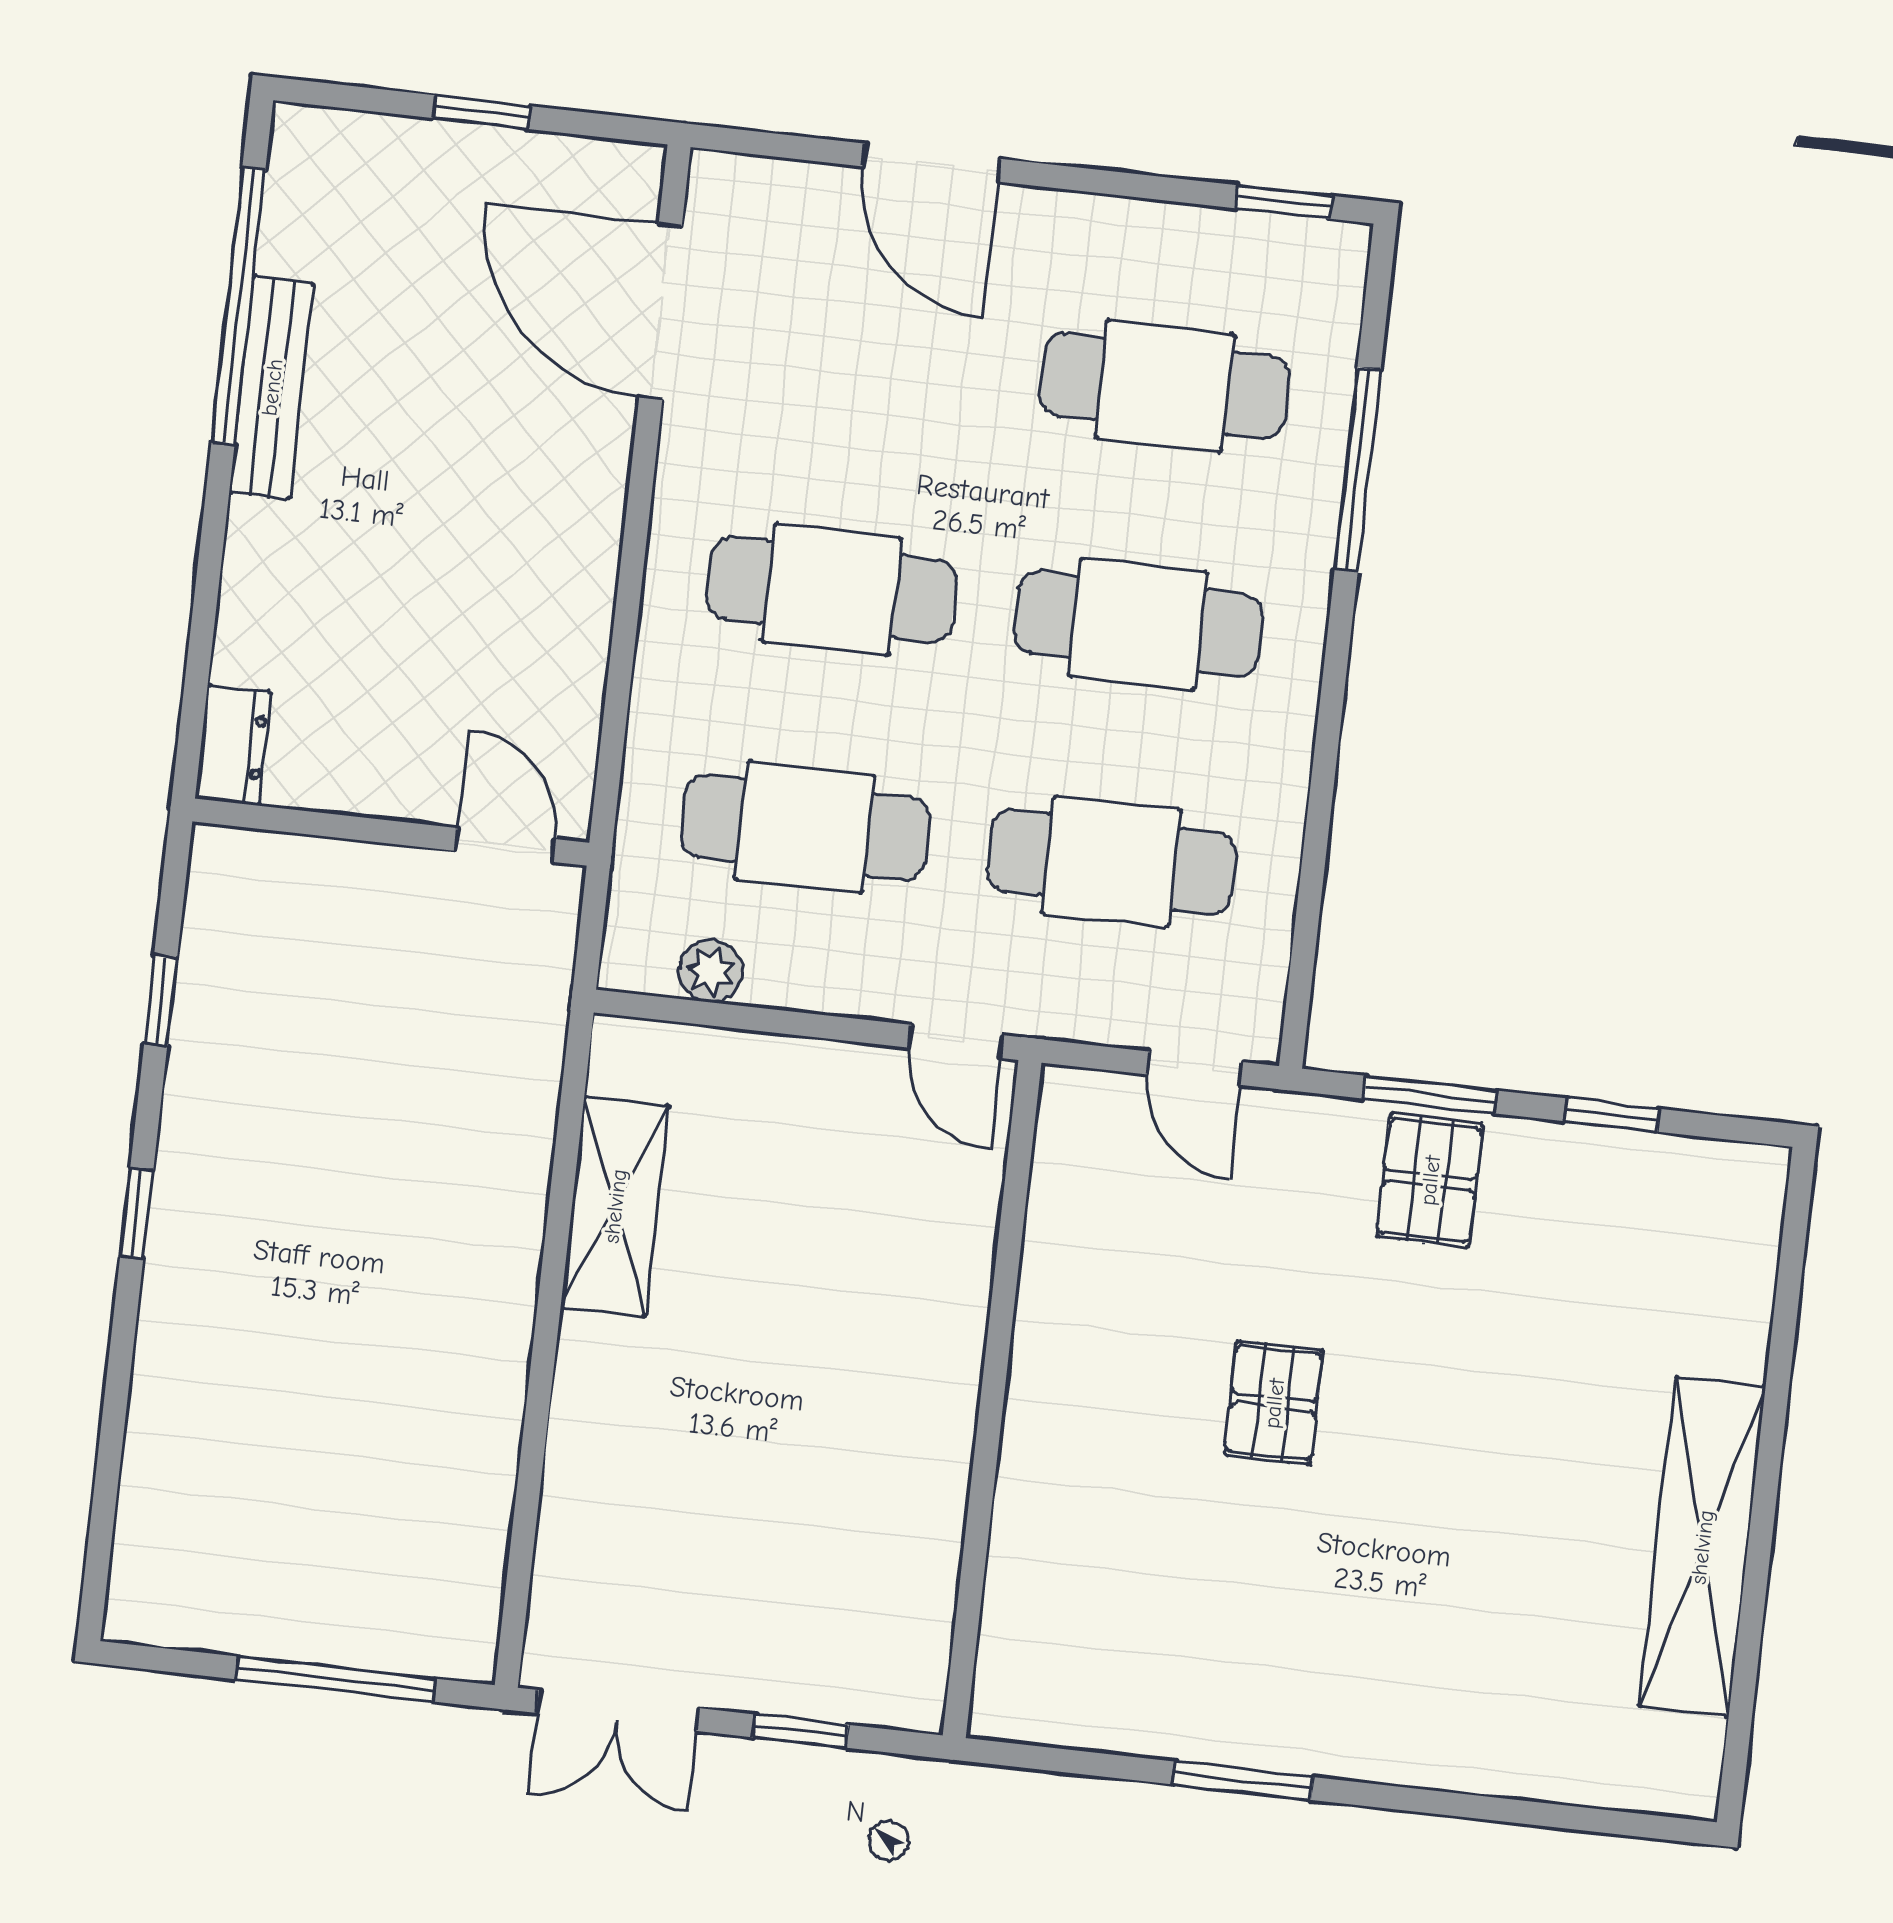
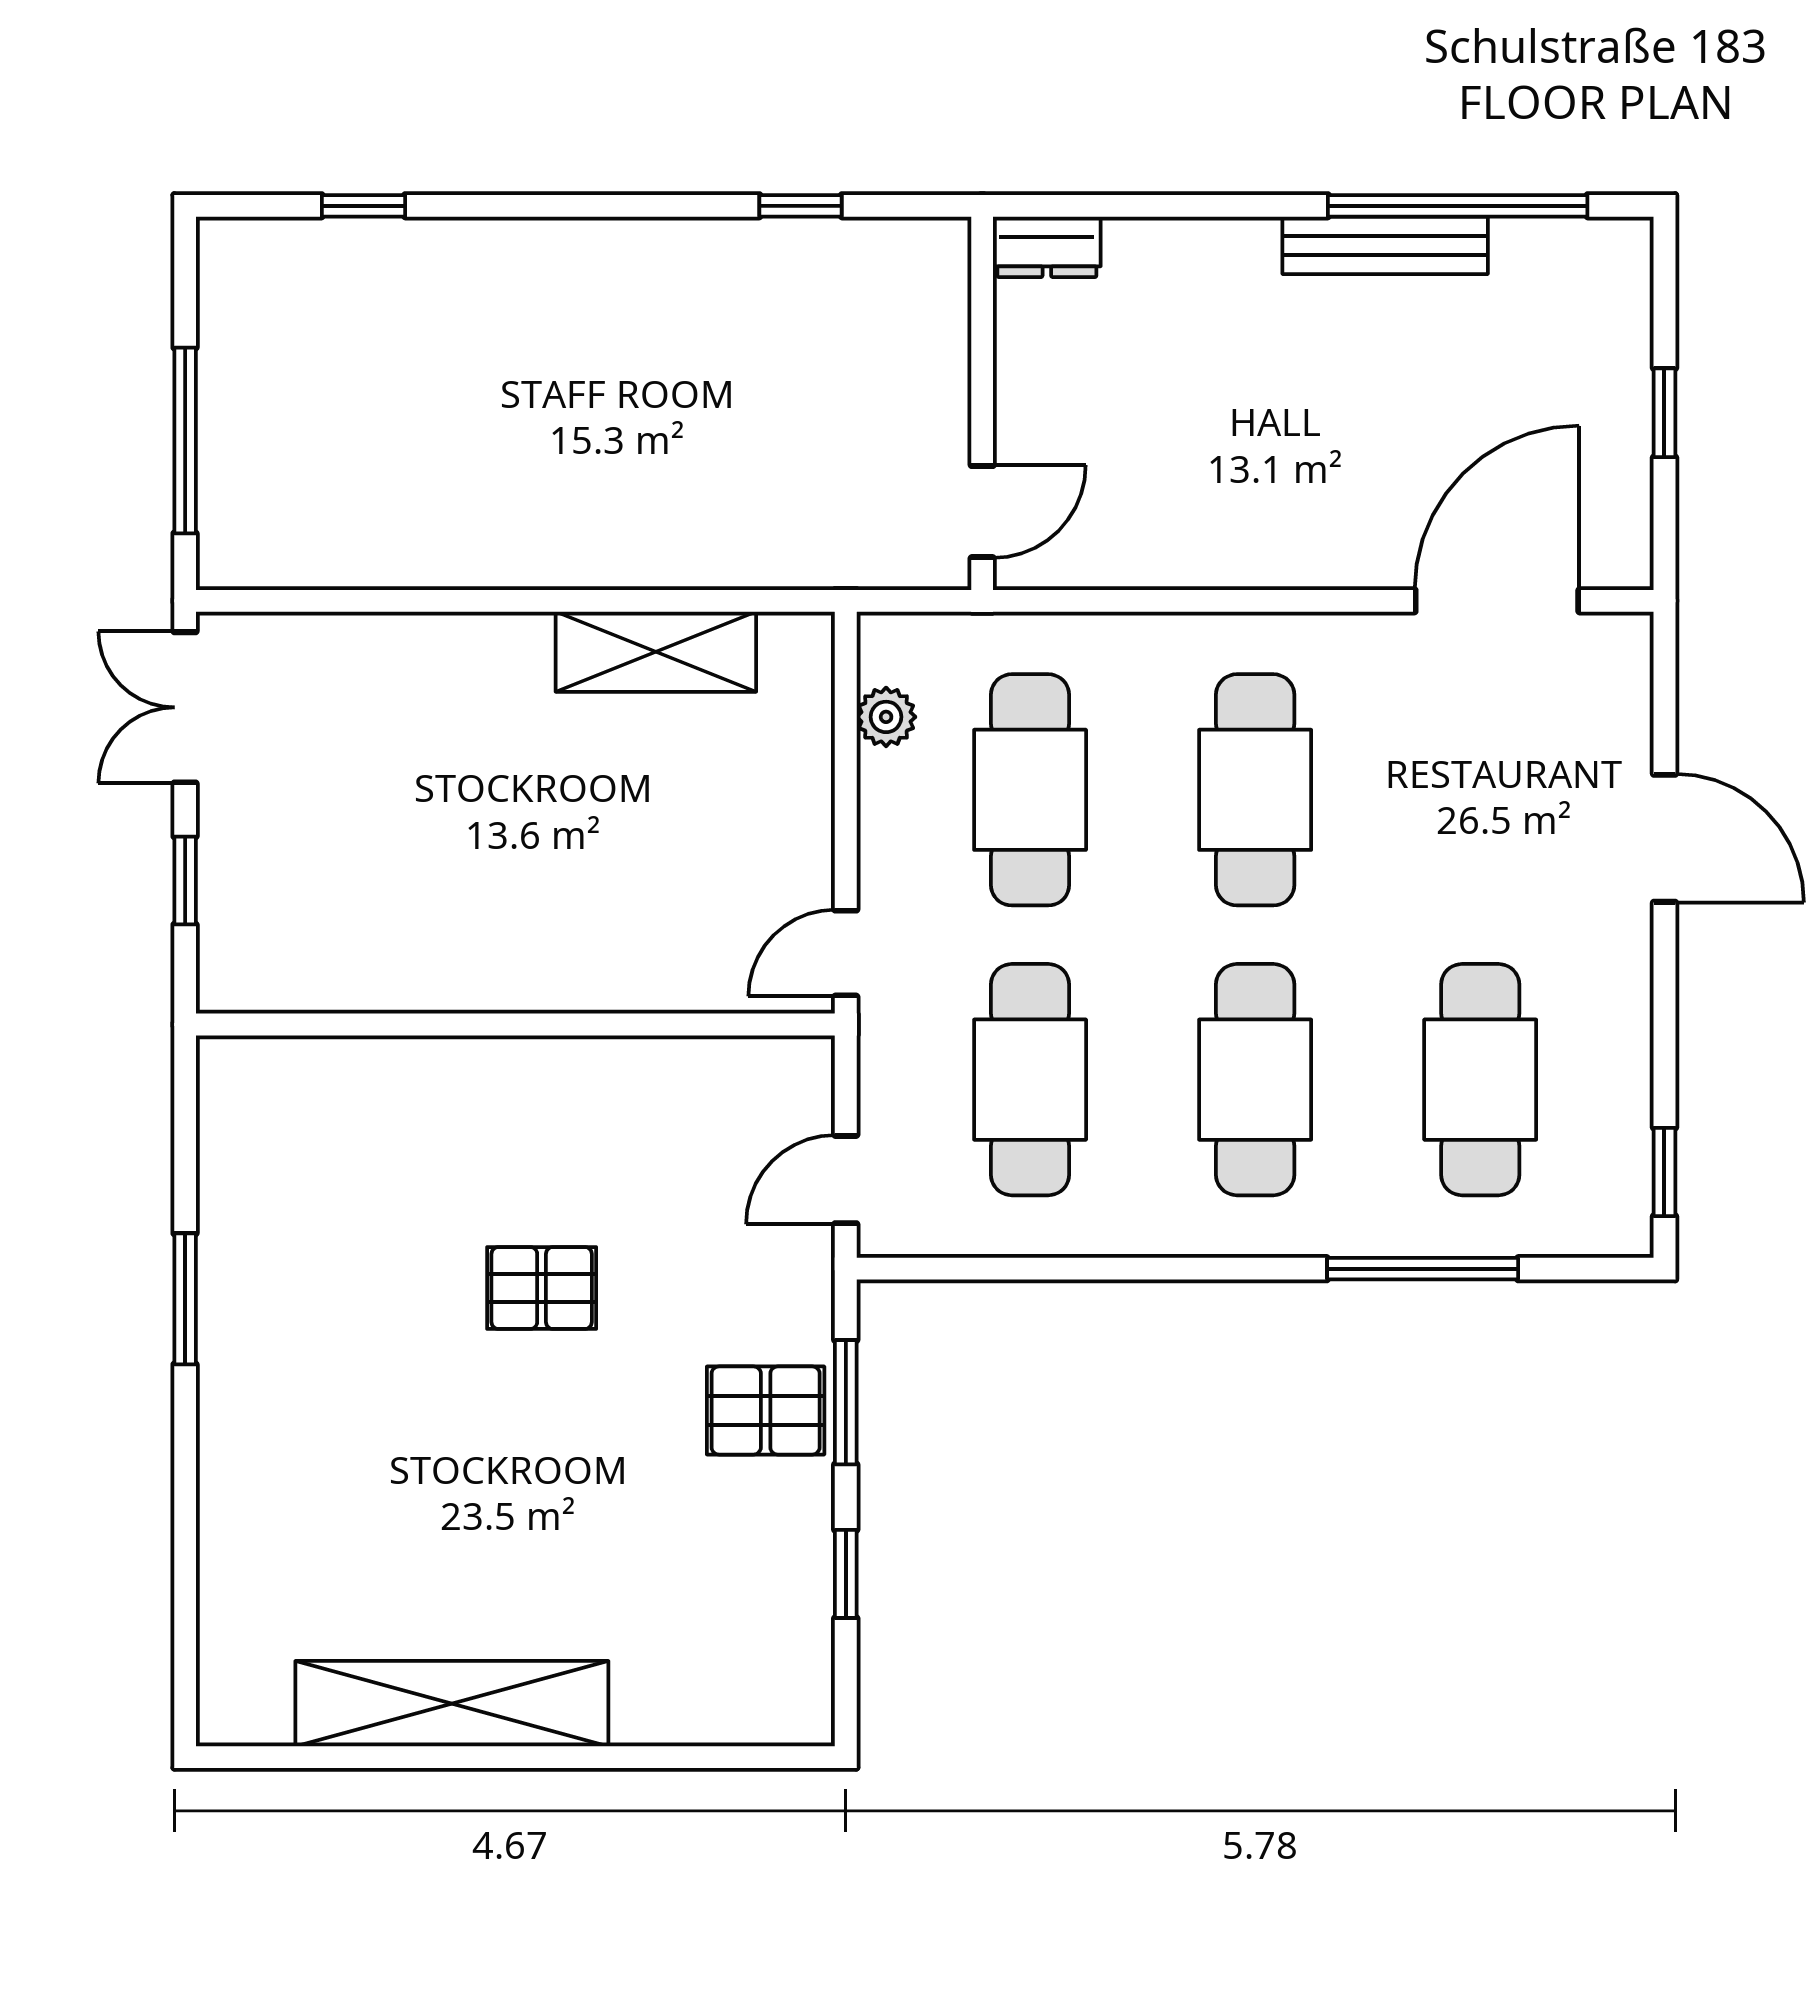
door: (931, 163) -> (1664, 838), swing flipped
window: (137, 1213) -> (363, 206), moved

